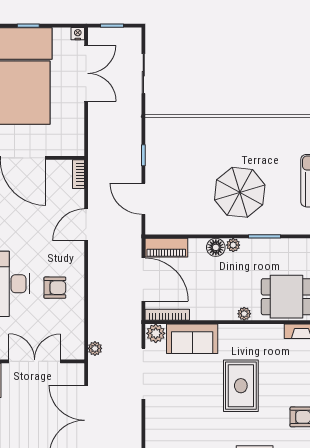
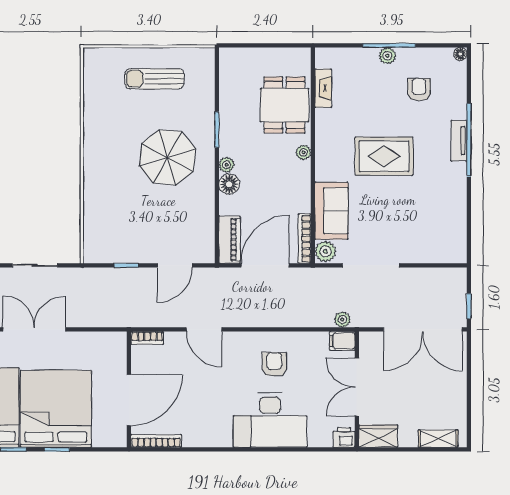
filing cabinet: (76, 348) -> (342, 341), added

